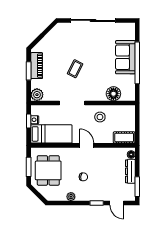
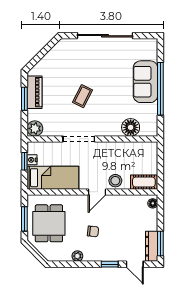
stool: (100, 117) -> (115, 181), moved
door: (87, 145) -> (97, 192), swing flipped
dresser: (130, 171) -> (152, 246), moved

